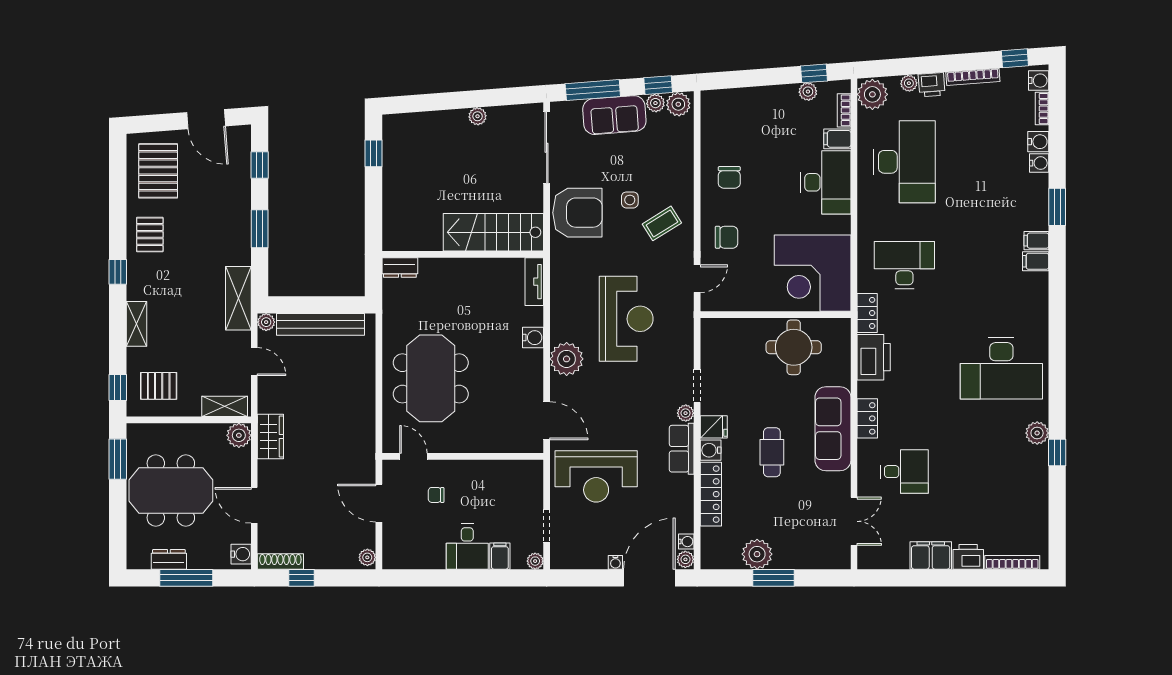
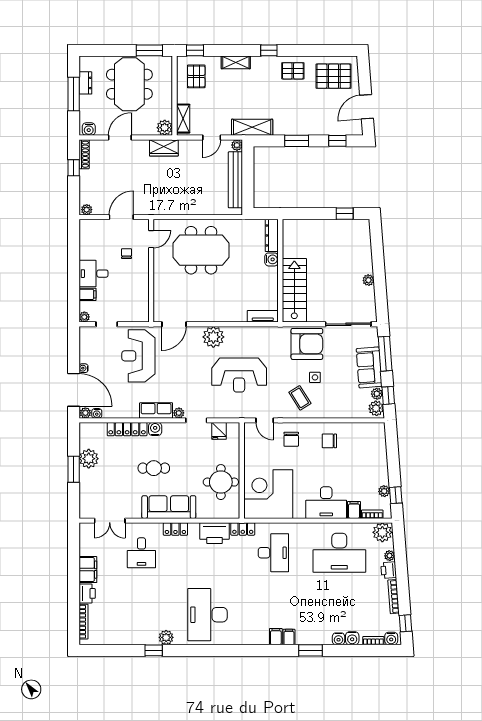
armchair: (577, 213) -> (307, 344), turned -90
dresser: (400, 268) -> (272, 235), width x1.44
water cooler: (533, 338) -> (272, 259), moved, turned -90
fridge: (714, 427) -> (219, 431), moved

